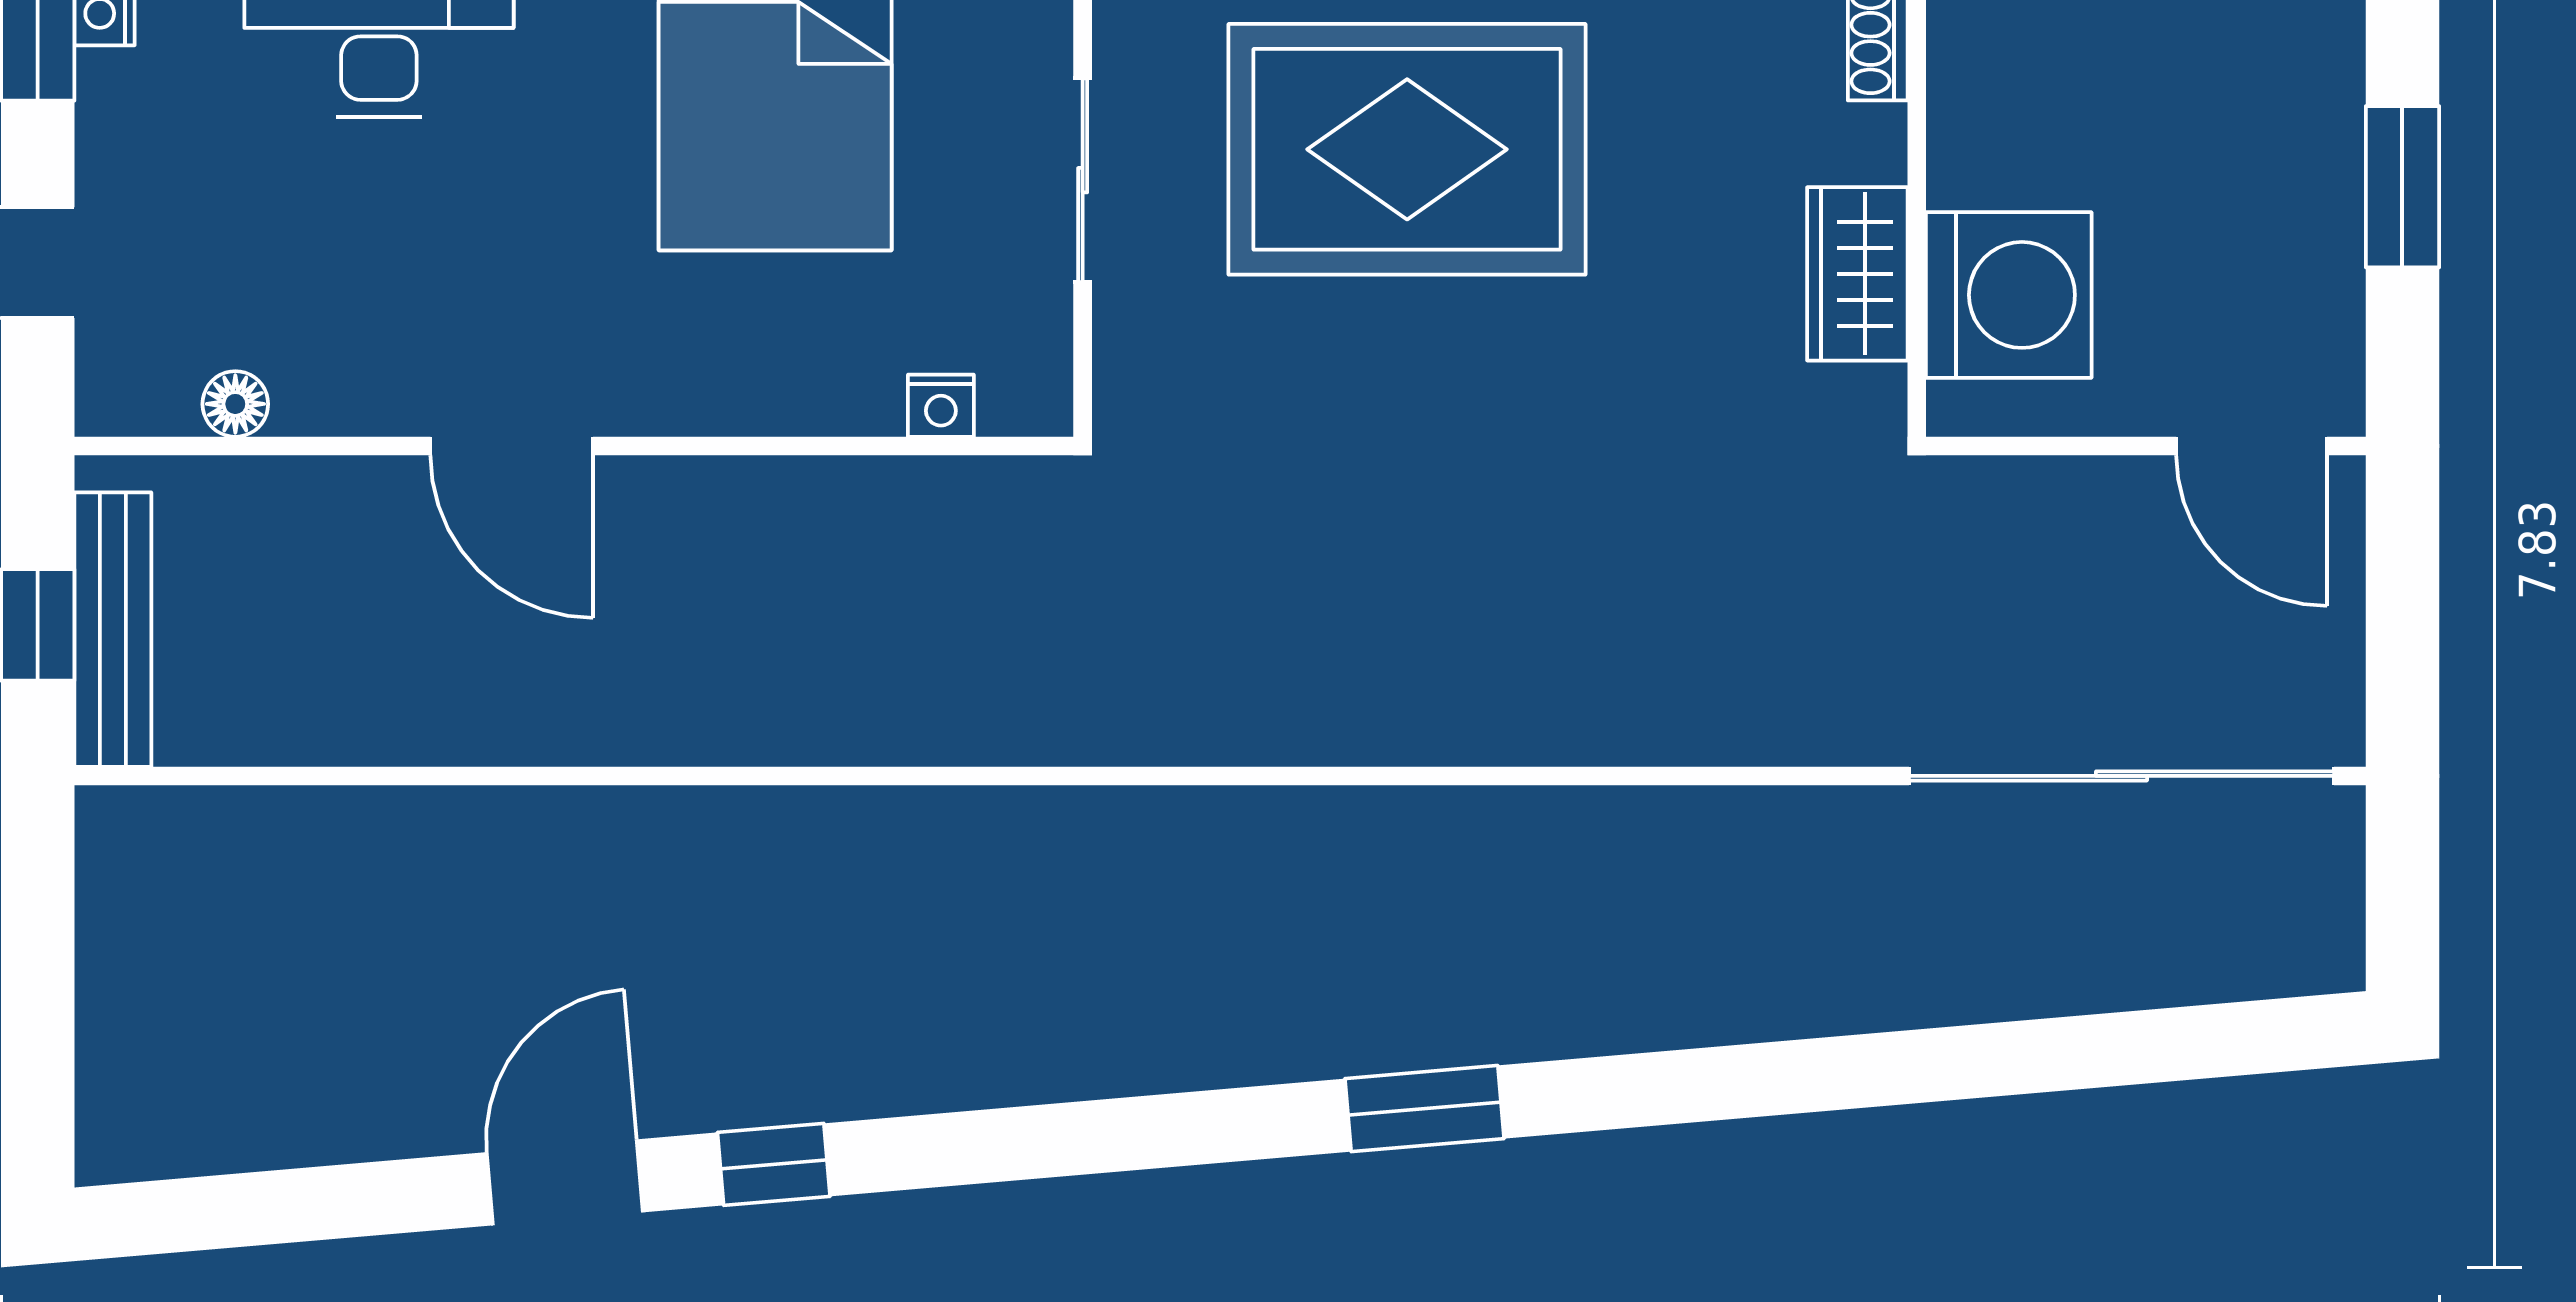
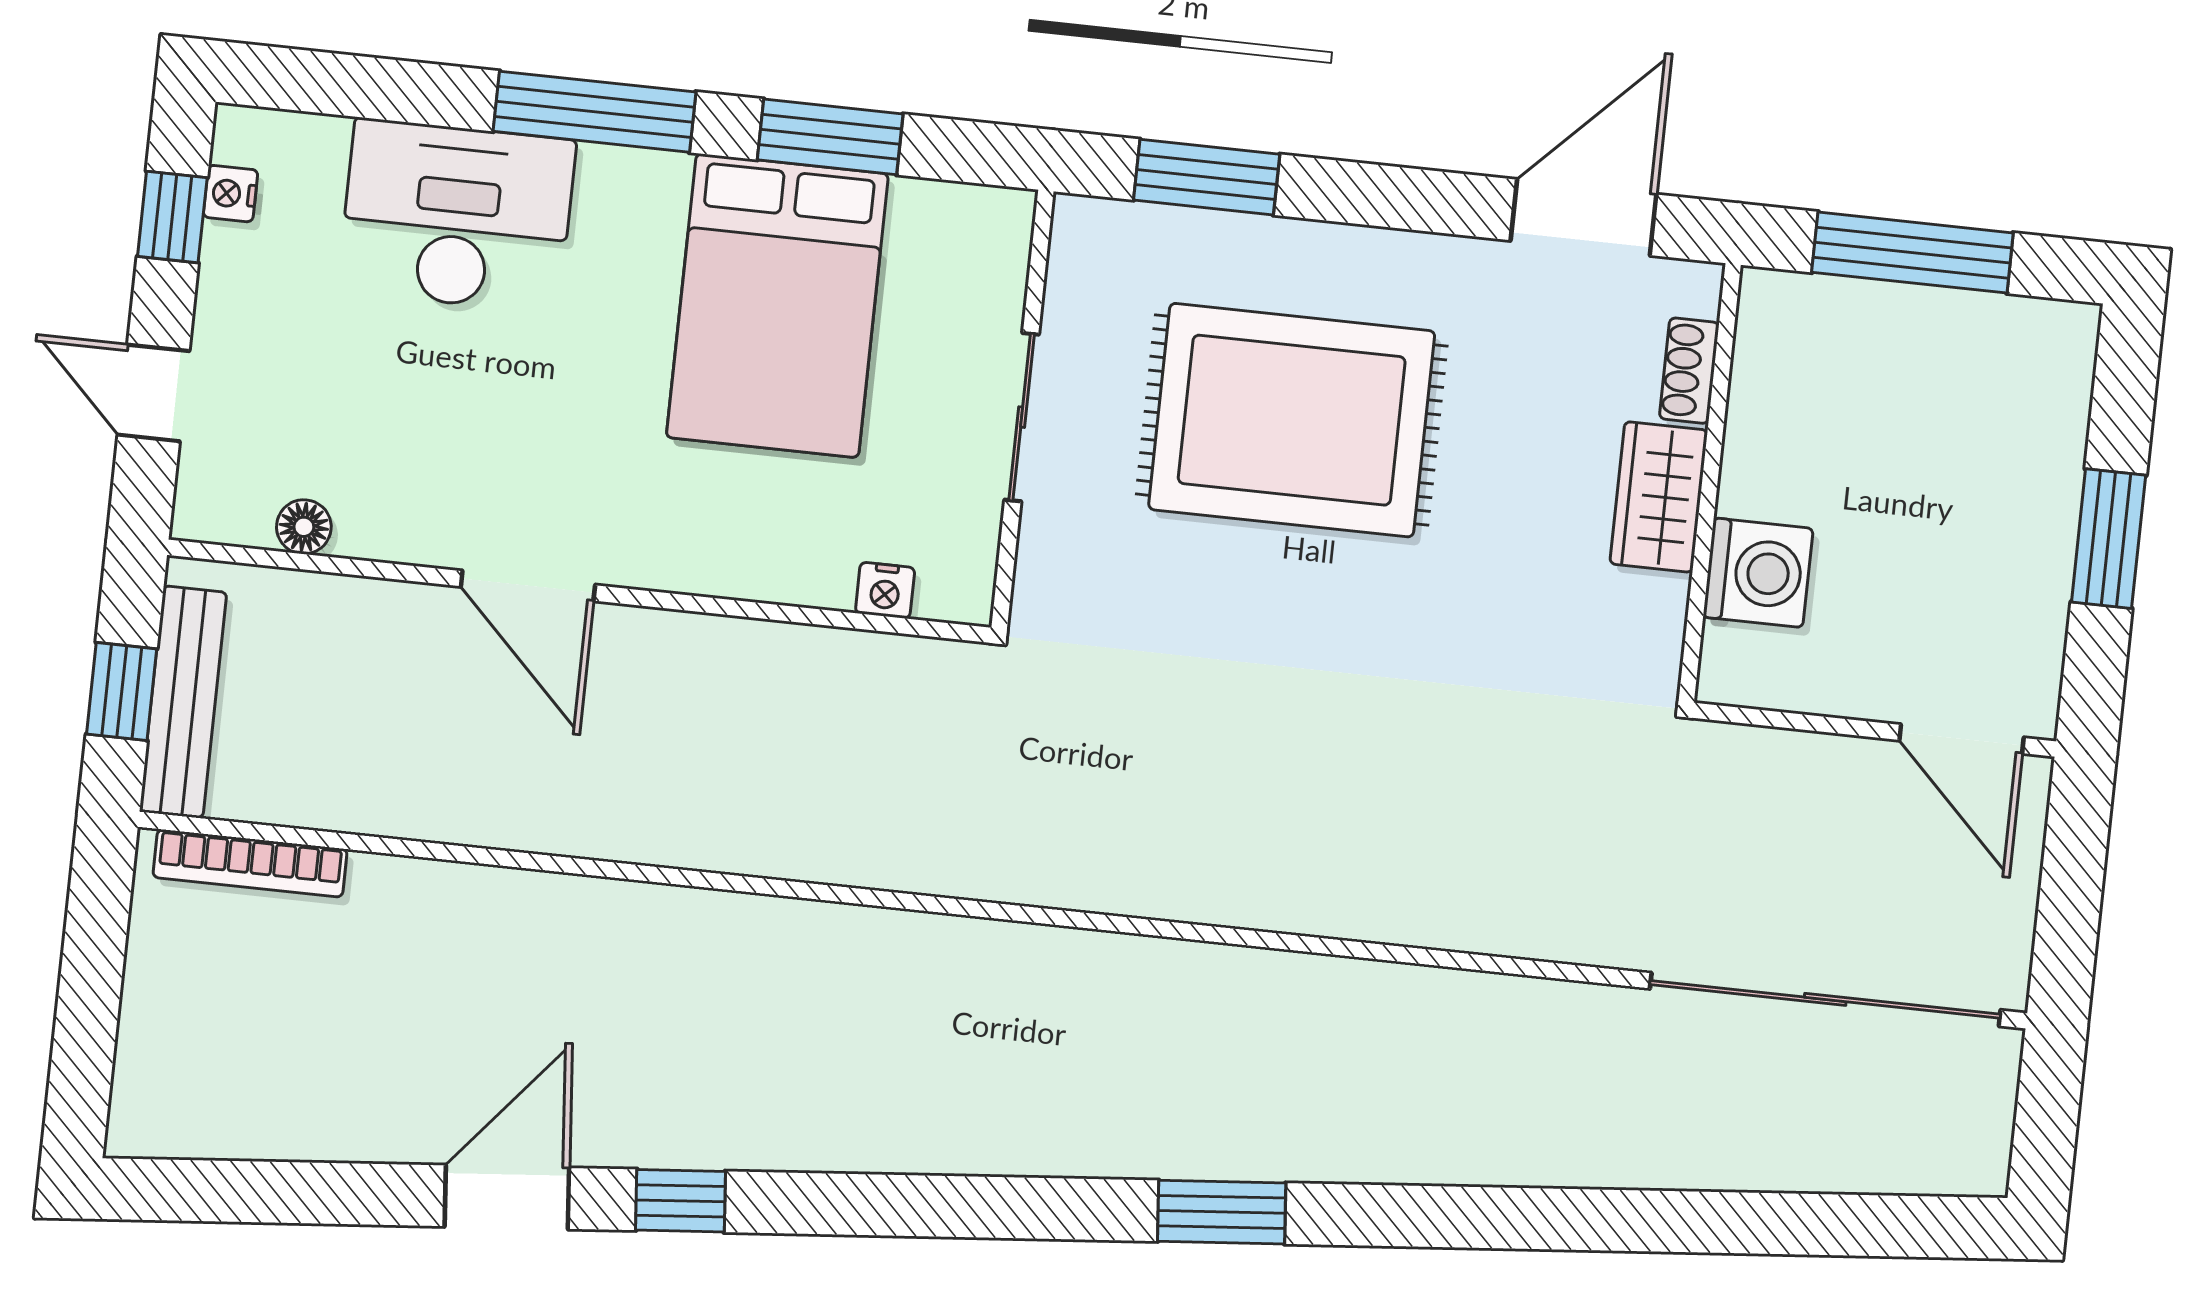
wardrobe: (1857, 274) -> (1659, 497), moved
washing machine: (2009, 295) -> (1758, 573), width x0.73, depth x0.73
bookcase: (214, 815) -> (250, 863), added

